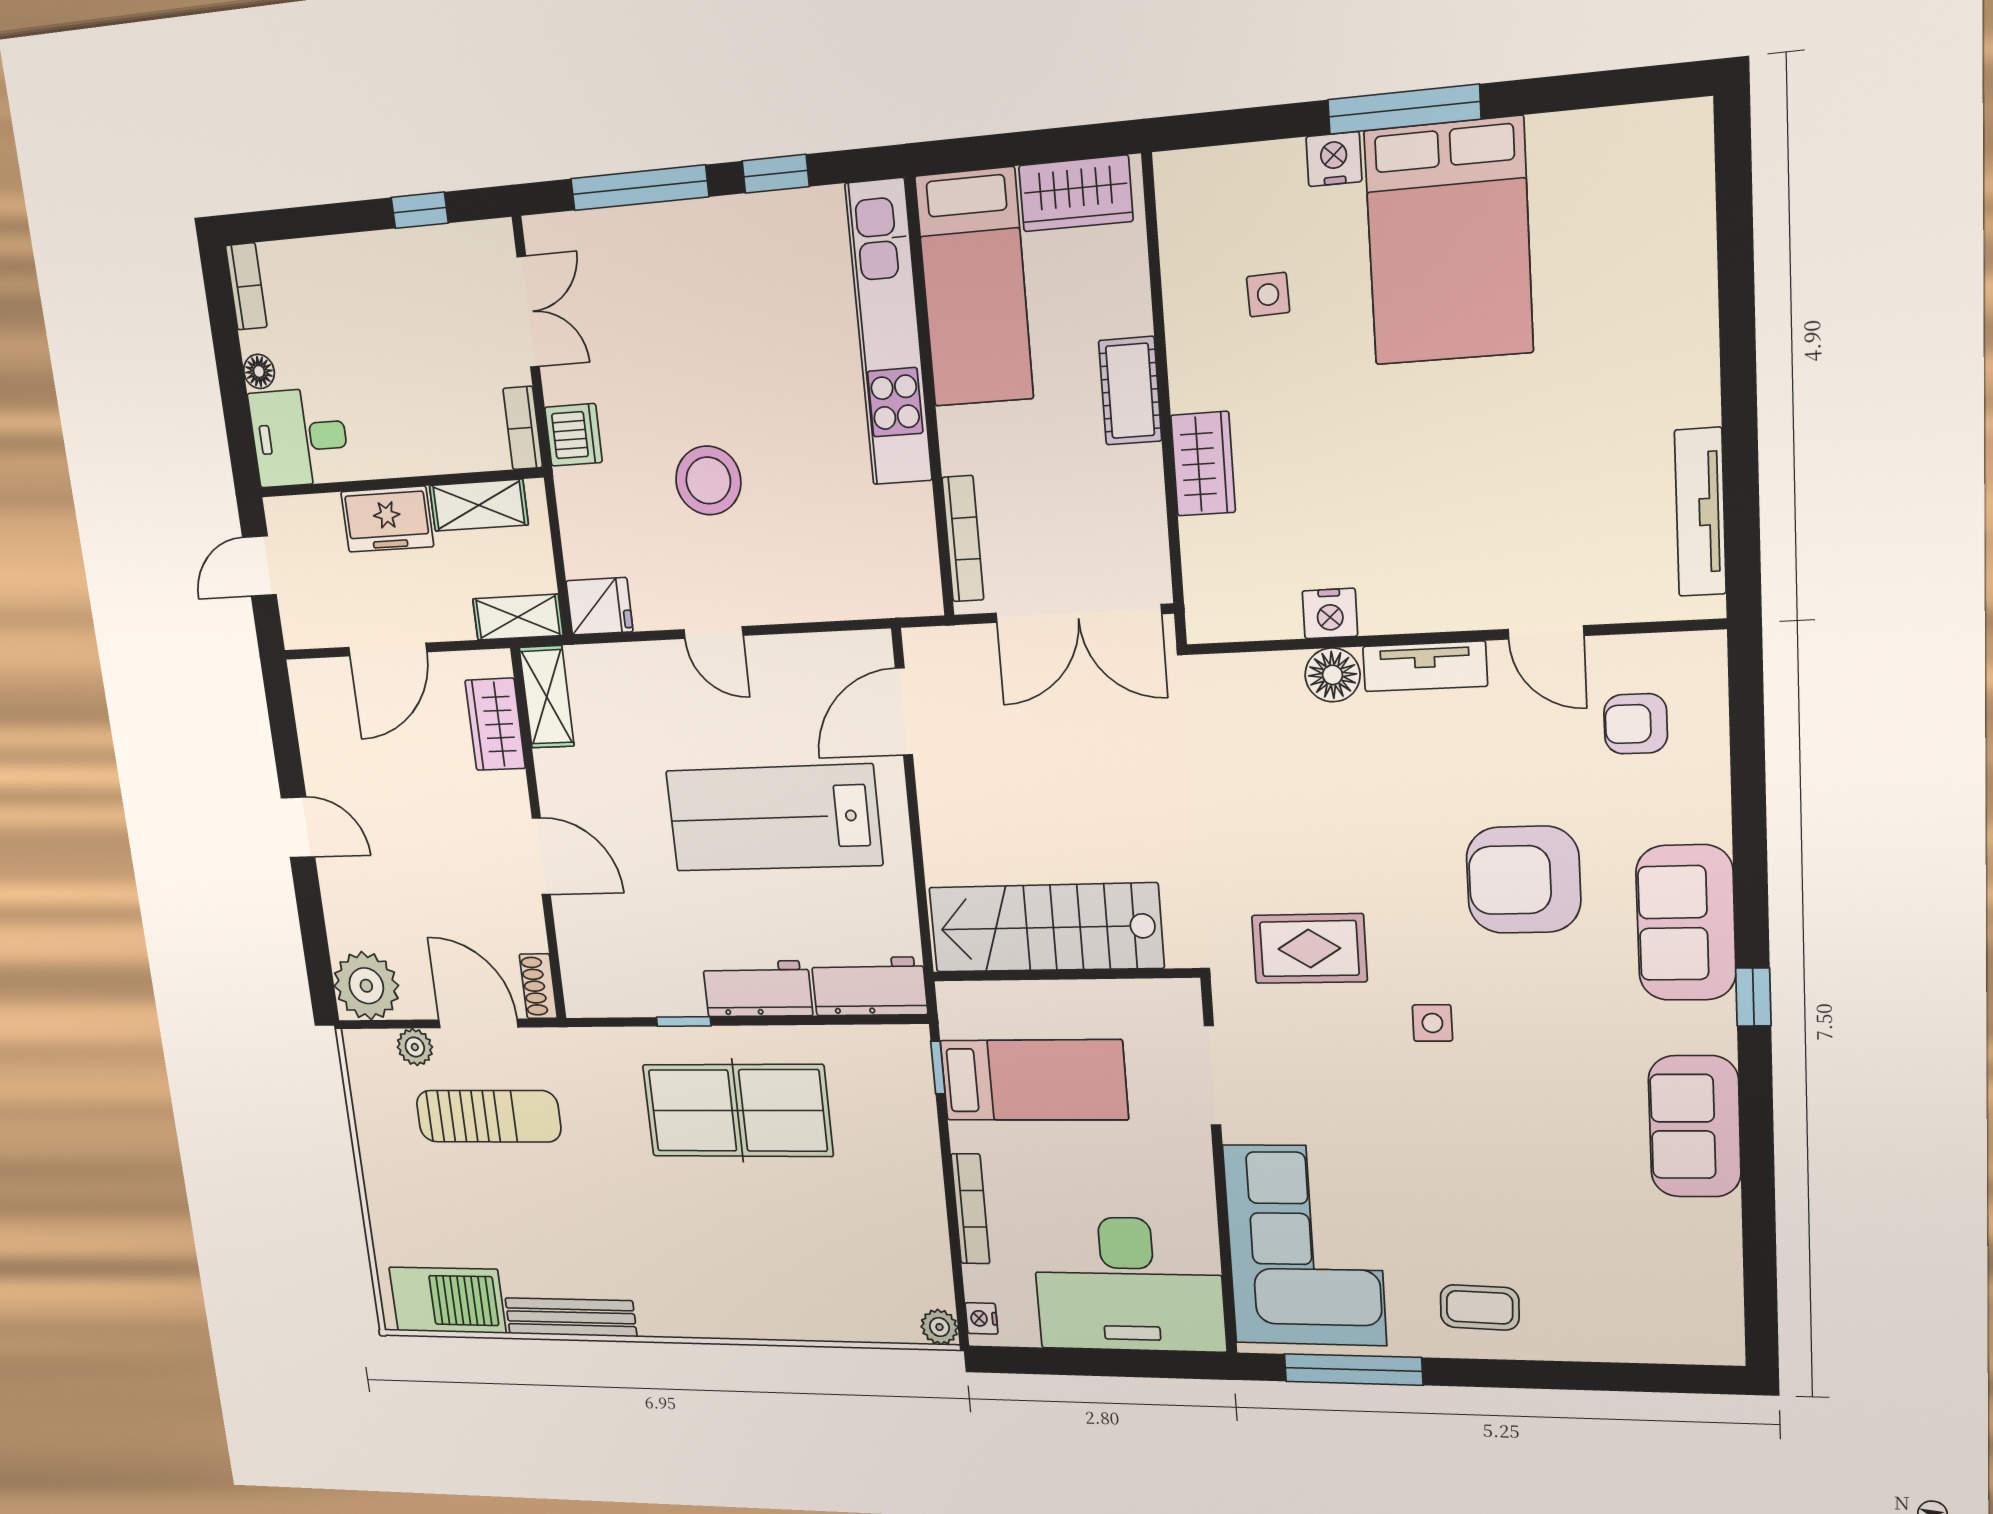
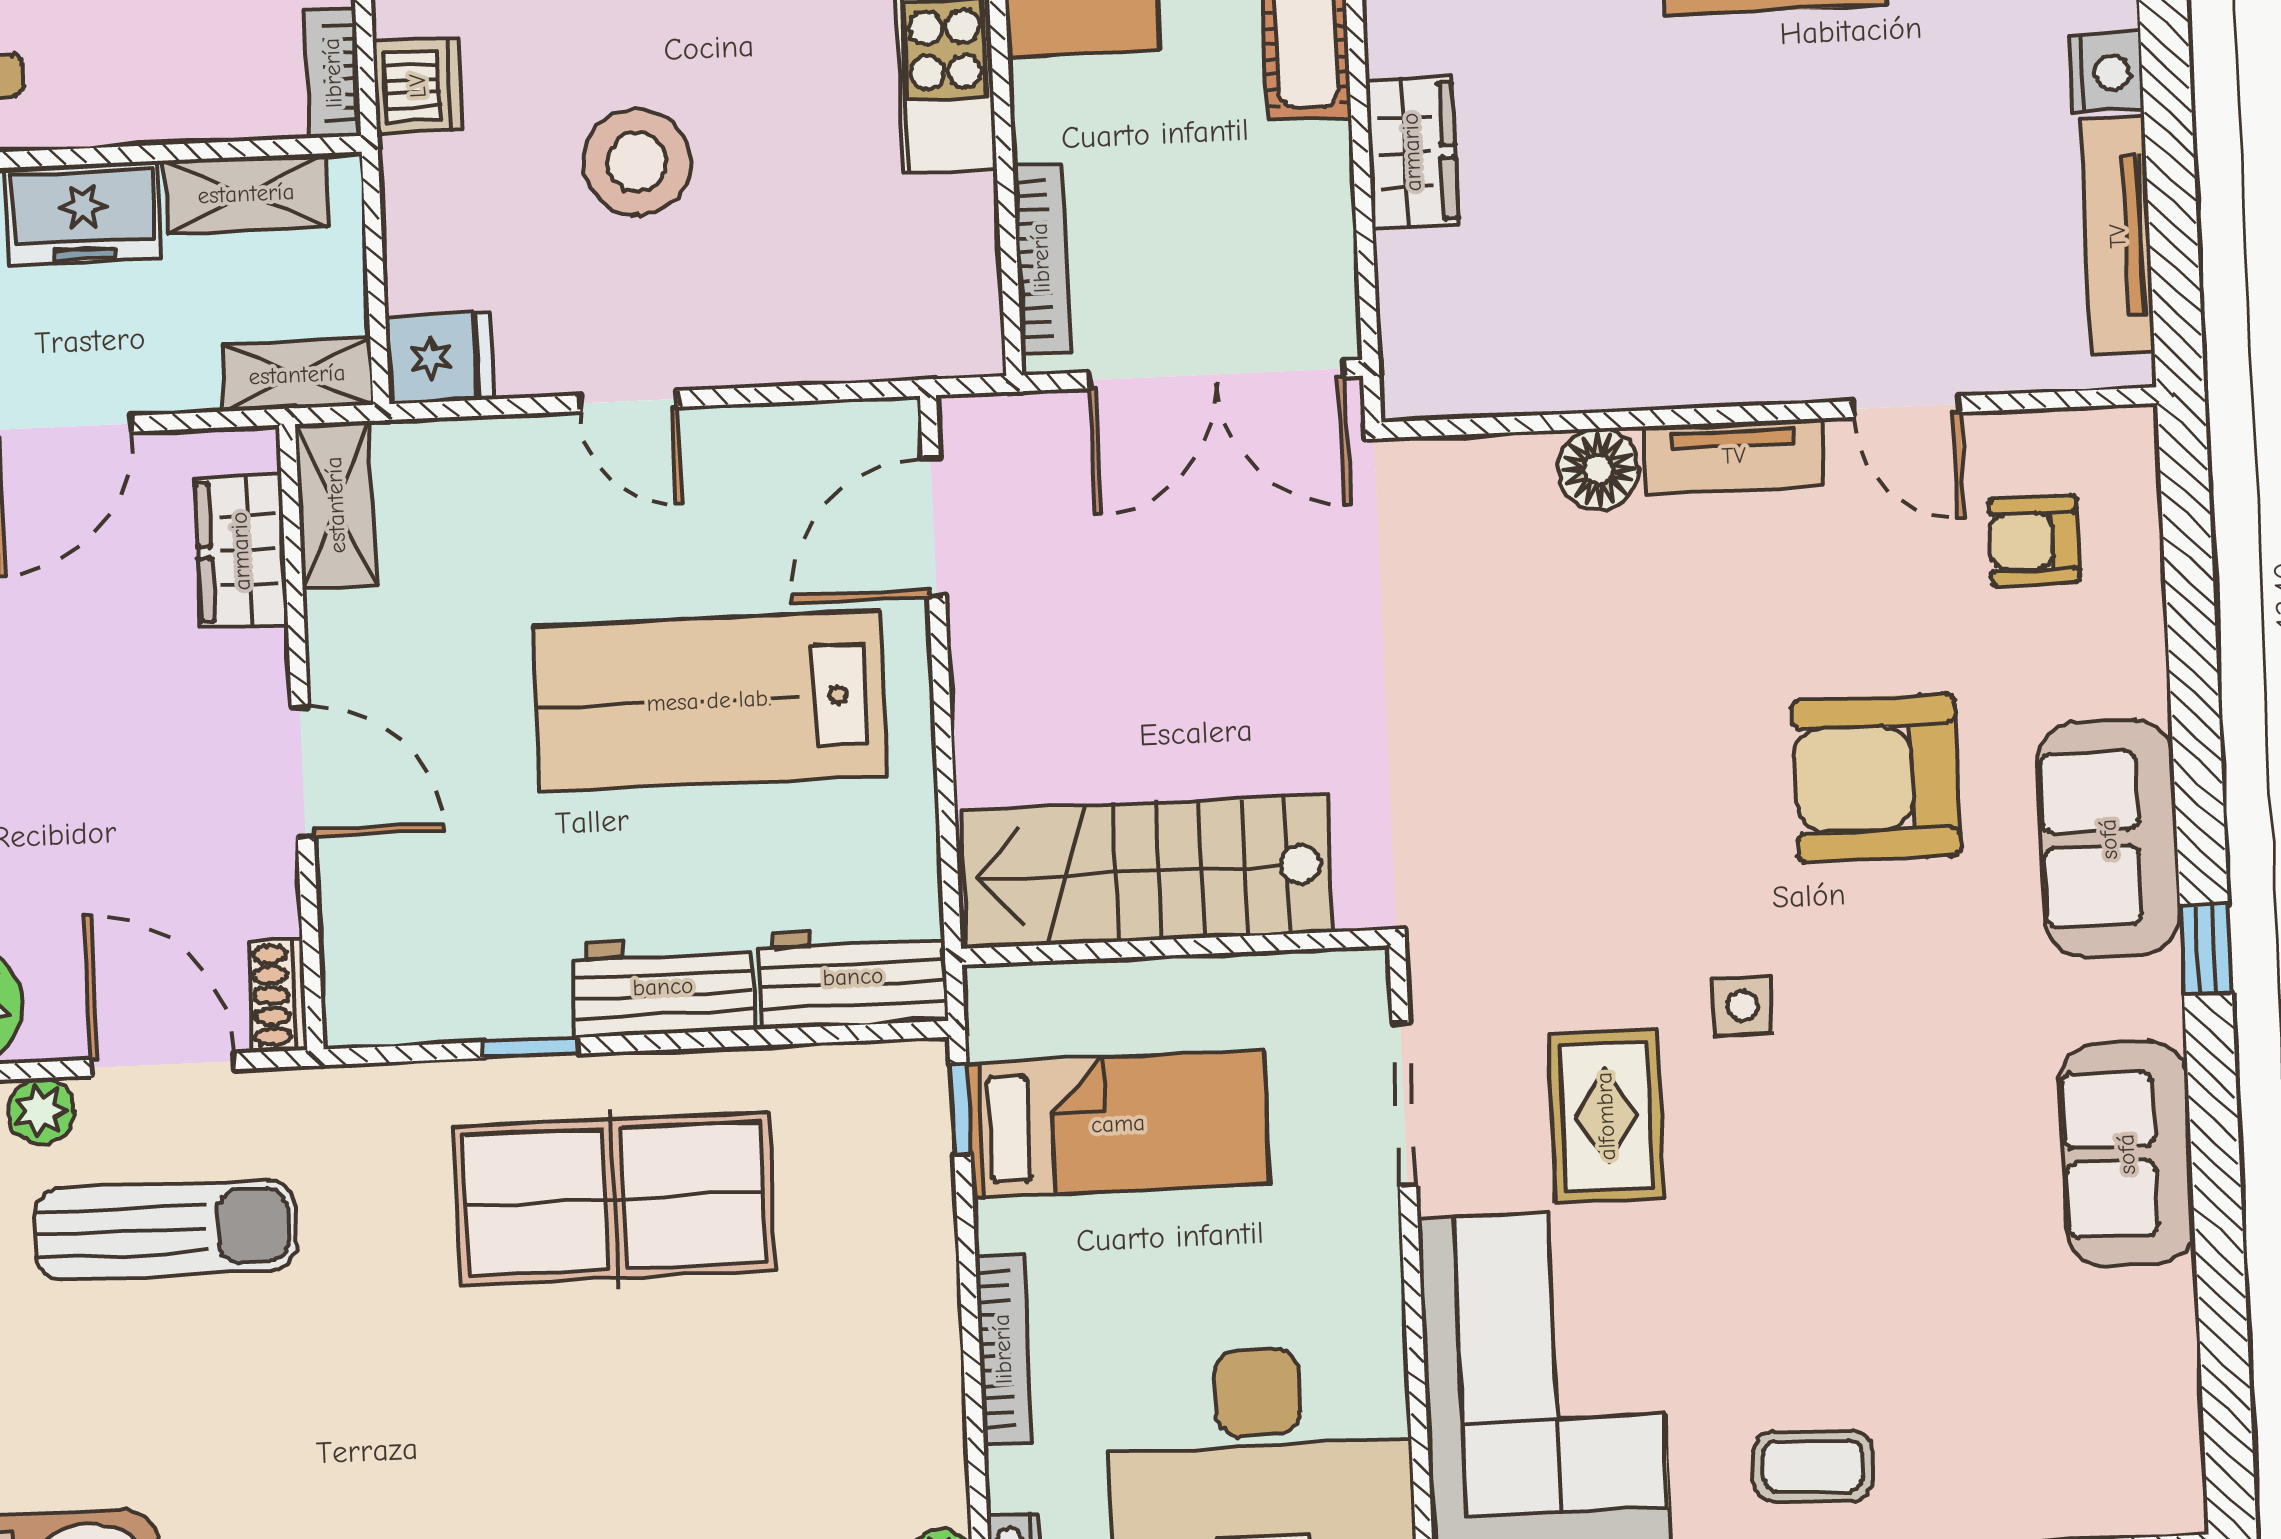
nightstand: (1330, 614) -> (2106, 73), moved, turned -90
rug: (1309, 949) -> (1606, 1116), moved, turned 90

